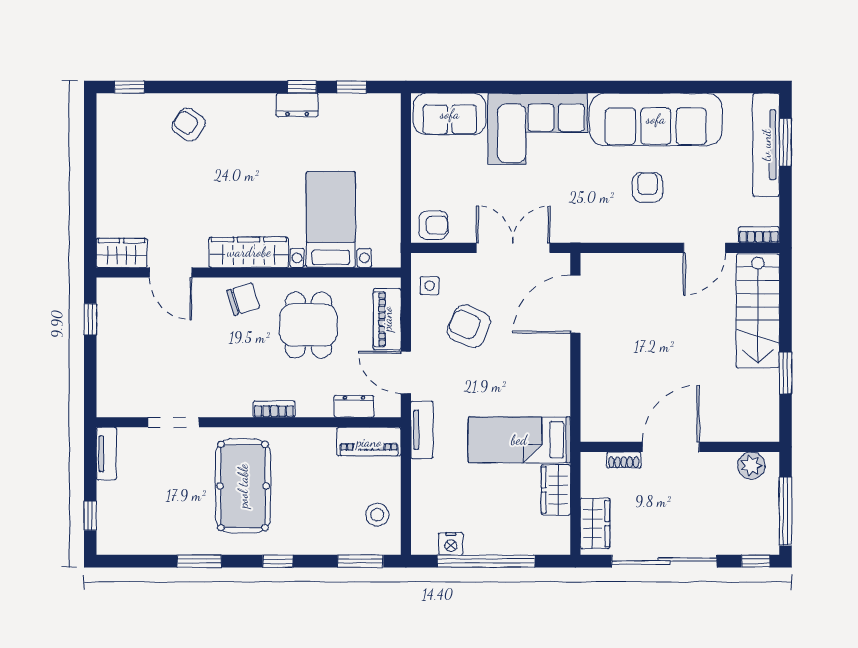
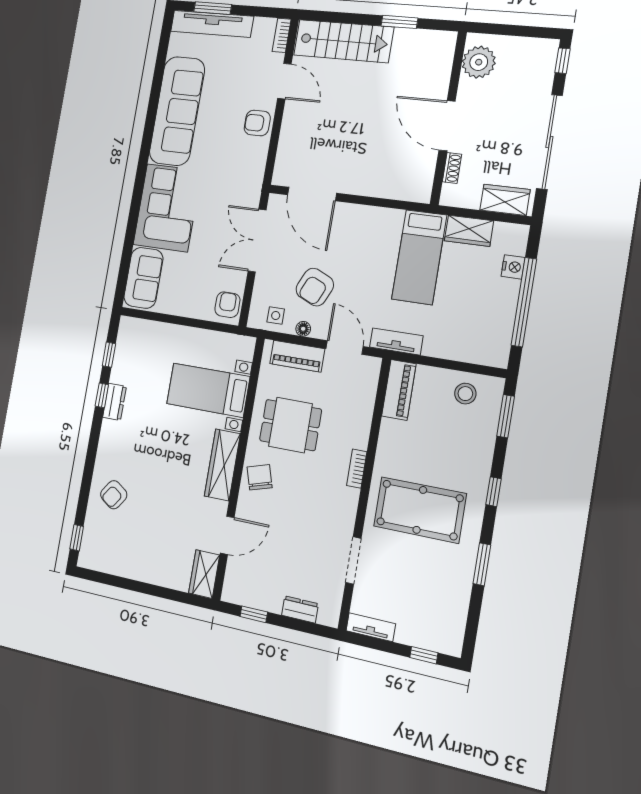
armchair: (647, 187) -> (257, 123), moved
floor lamp: (419, 321) -> (303, 329), added
door: (406, 372) -> (345, 347), swing flipped
dresser: (354, 406) -> (300, 609), moved, turned 90
plant: (751, 465) -> (479, 62), width x1.36, depth x1.36
window: (785, 511) -> (521, 31), removed
nightstand: (451, 544) -> (513, 267), moved

